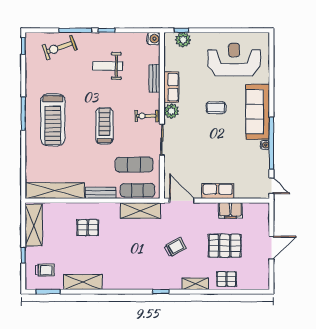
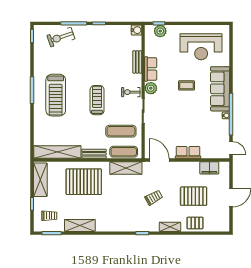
reception desk: (234, 60) -> (201, 47), turned 180
weight bench: (107, 66) -> (99, 52), removed
filing cabinet: (230, 210) -> (209, 168), moved
pallet: (88, 228) -> (84, 182), width x2.05, depth x2.00

